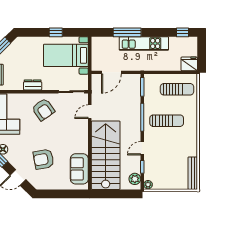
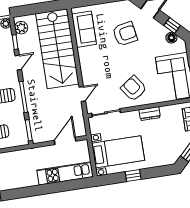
window: (127, 32) -> (55, 188), removed
kitchen unit: (144, 43) -> (65, 173), moved

